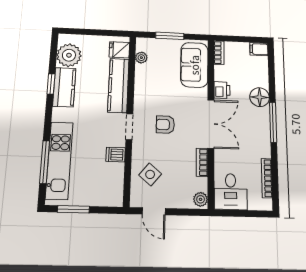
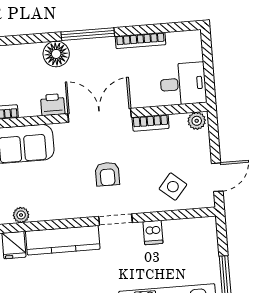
bookcase: (267, 178) -> (141, 41), moved

